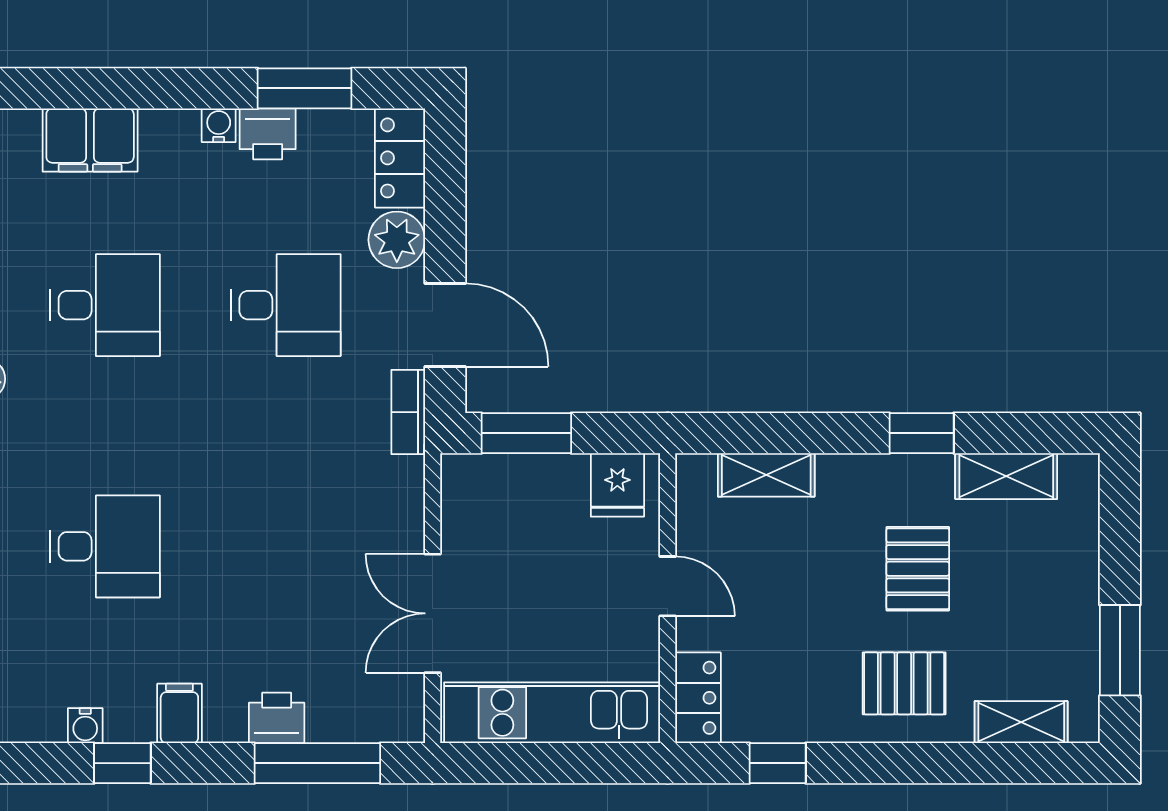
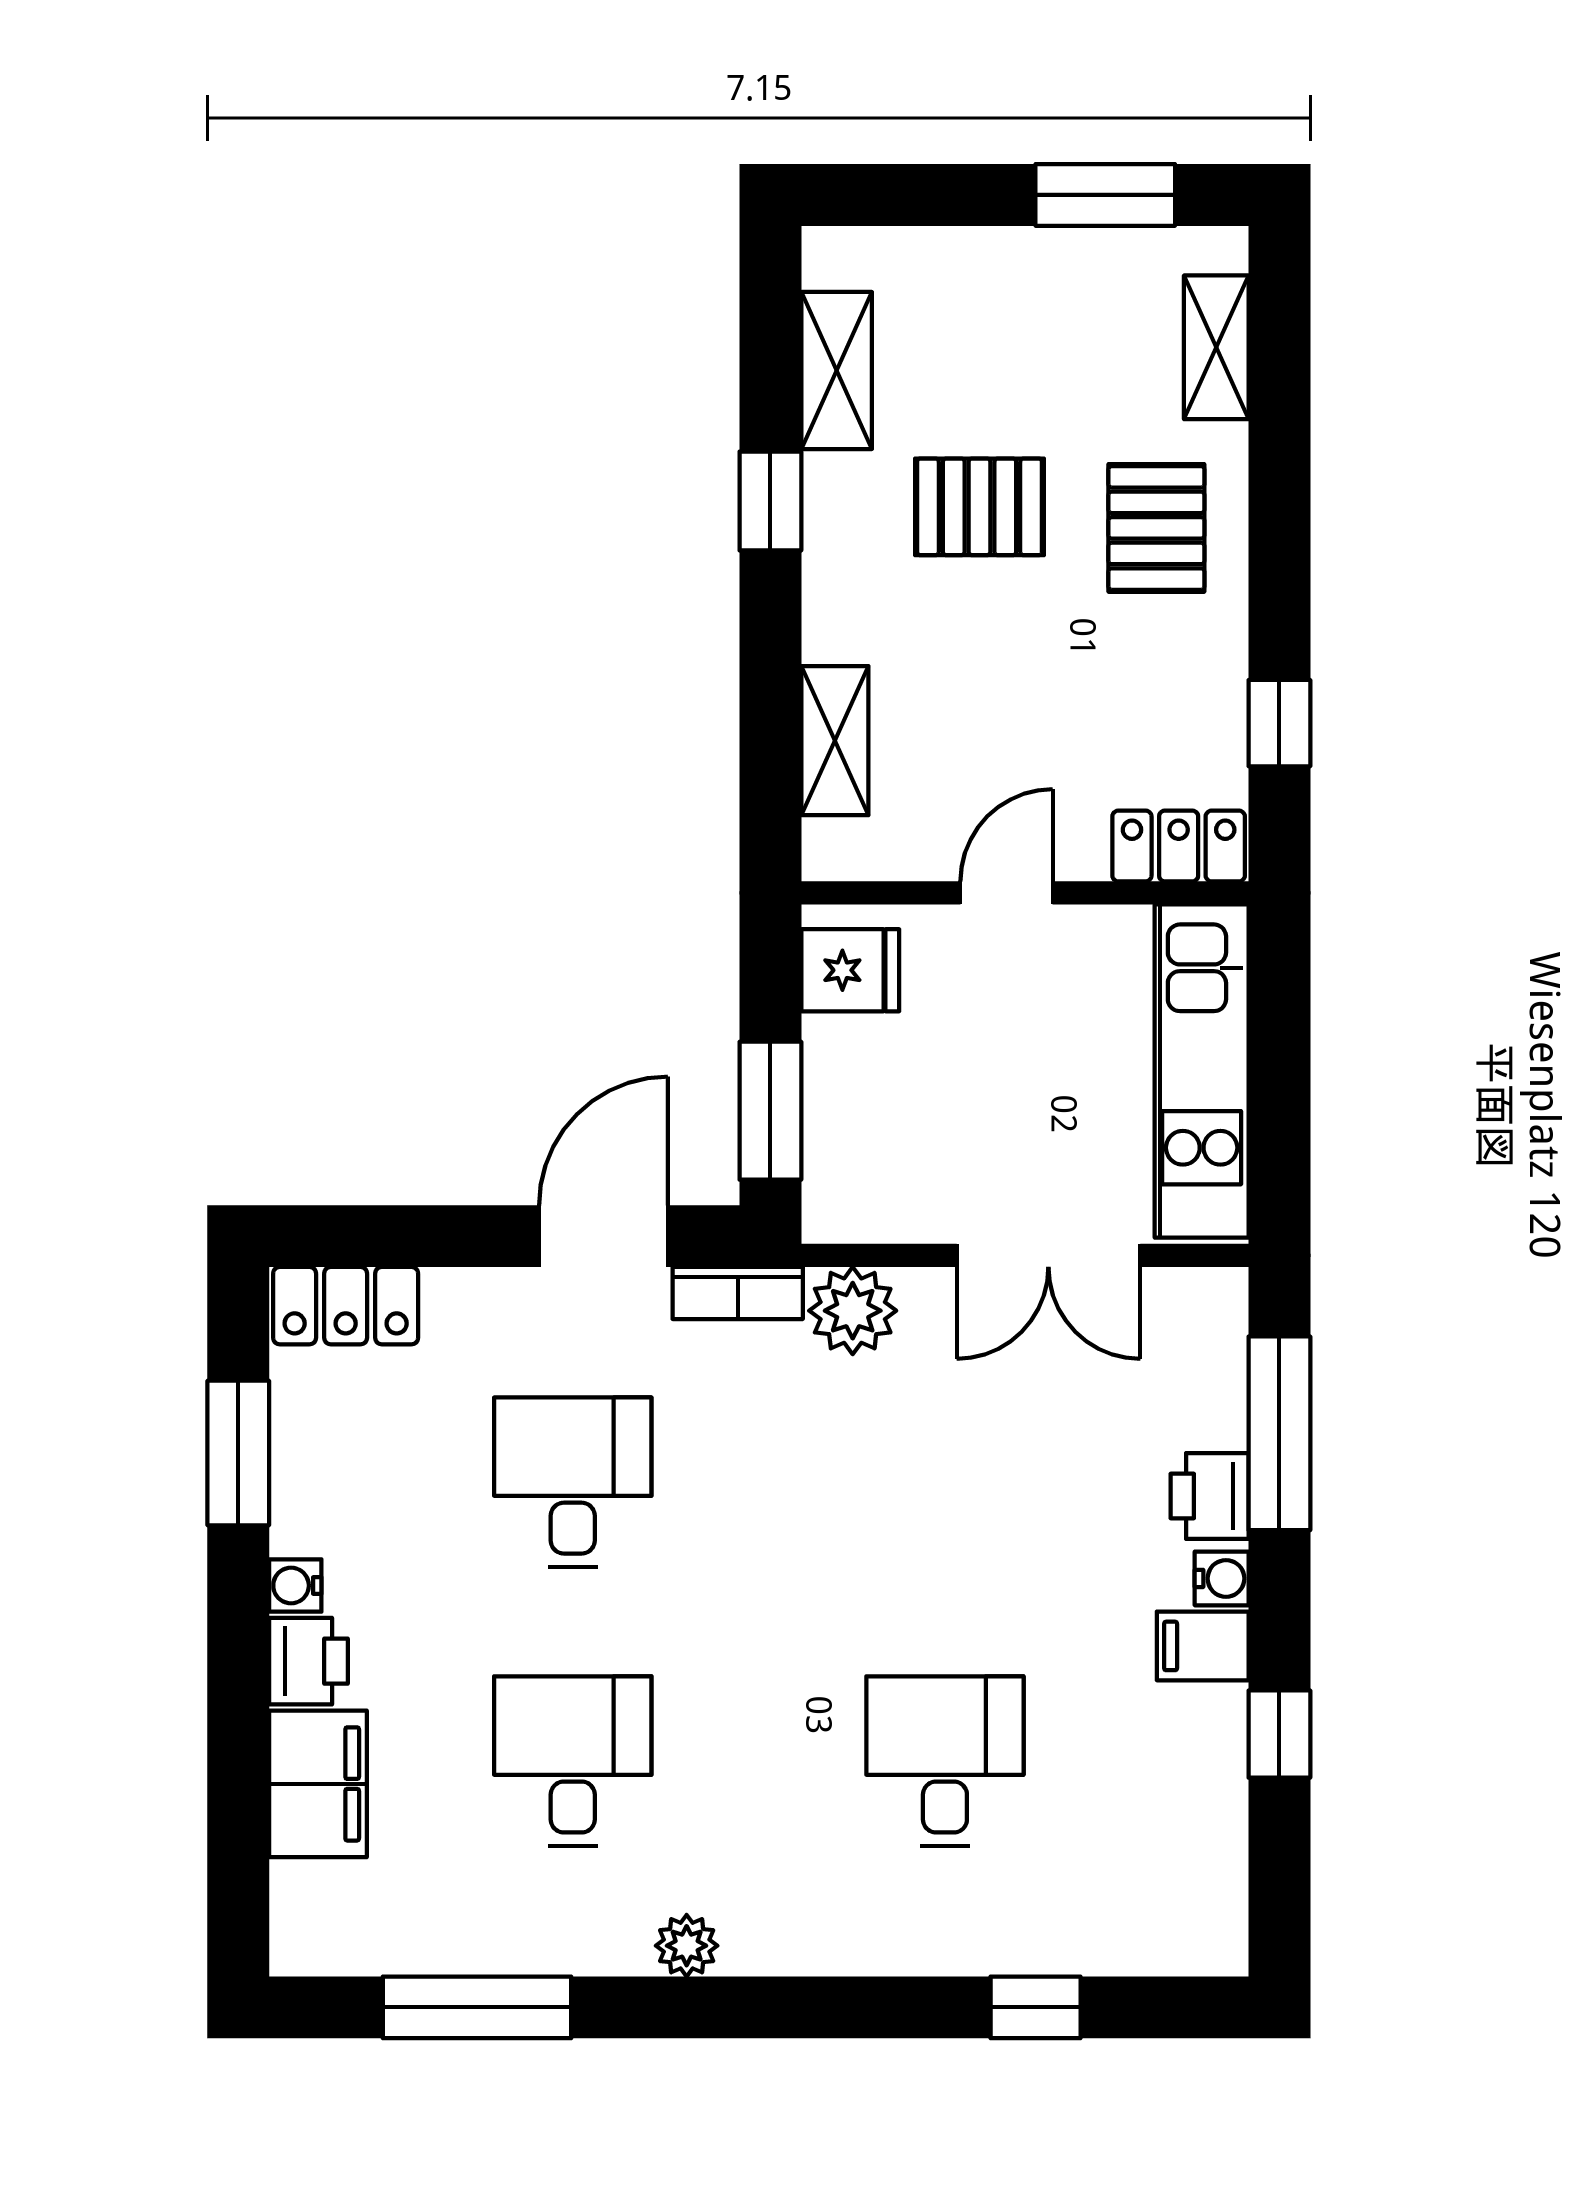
printer: (268, 134) -> (308, 1661), moved
plant: (397, 240) -> (853, 1311), moved
water cooler: (85, 726) -> (1222, 1578), moved

